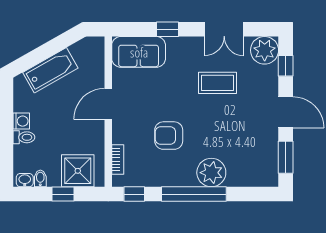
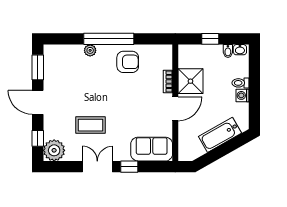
double door: (224, 29) -> (97, 167), moved
armchair: (169, 136) -> (128, 62), moved
bookcase: (118, 159) -> (168, 81), moved
shower: (78, 171) -> (190, 81), moved
plant: (211, 173) -> (90, 50), width x0.53, depth x0.53
window: (134, 194) -> (155, 39), removed

